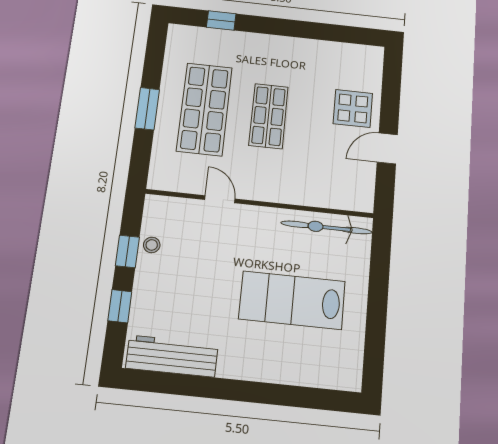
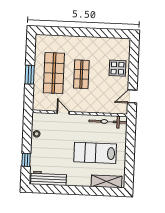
window: (221, 20) -> (58, 31), removed
door: (387, 148) -> (132, 96), moved
window: (127, 251) -> (27, 137), removed
shelving: (317, 373) -> (106, 181), added

